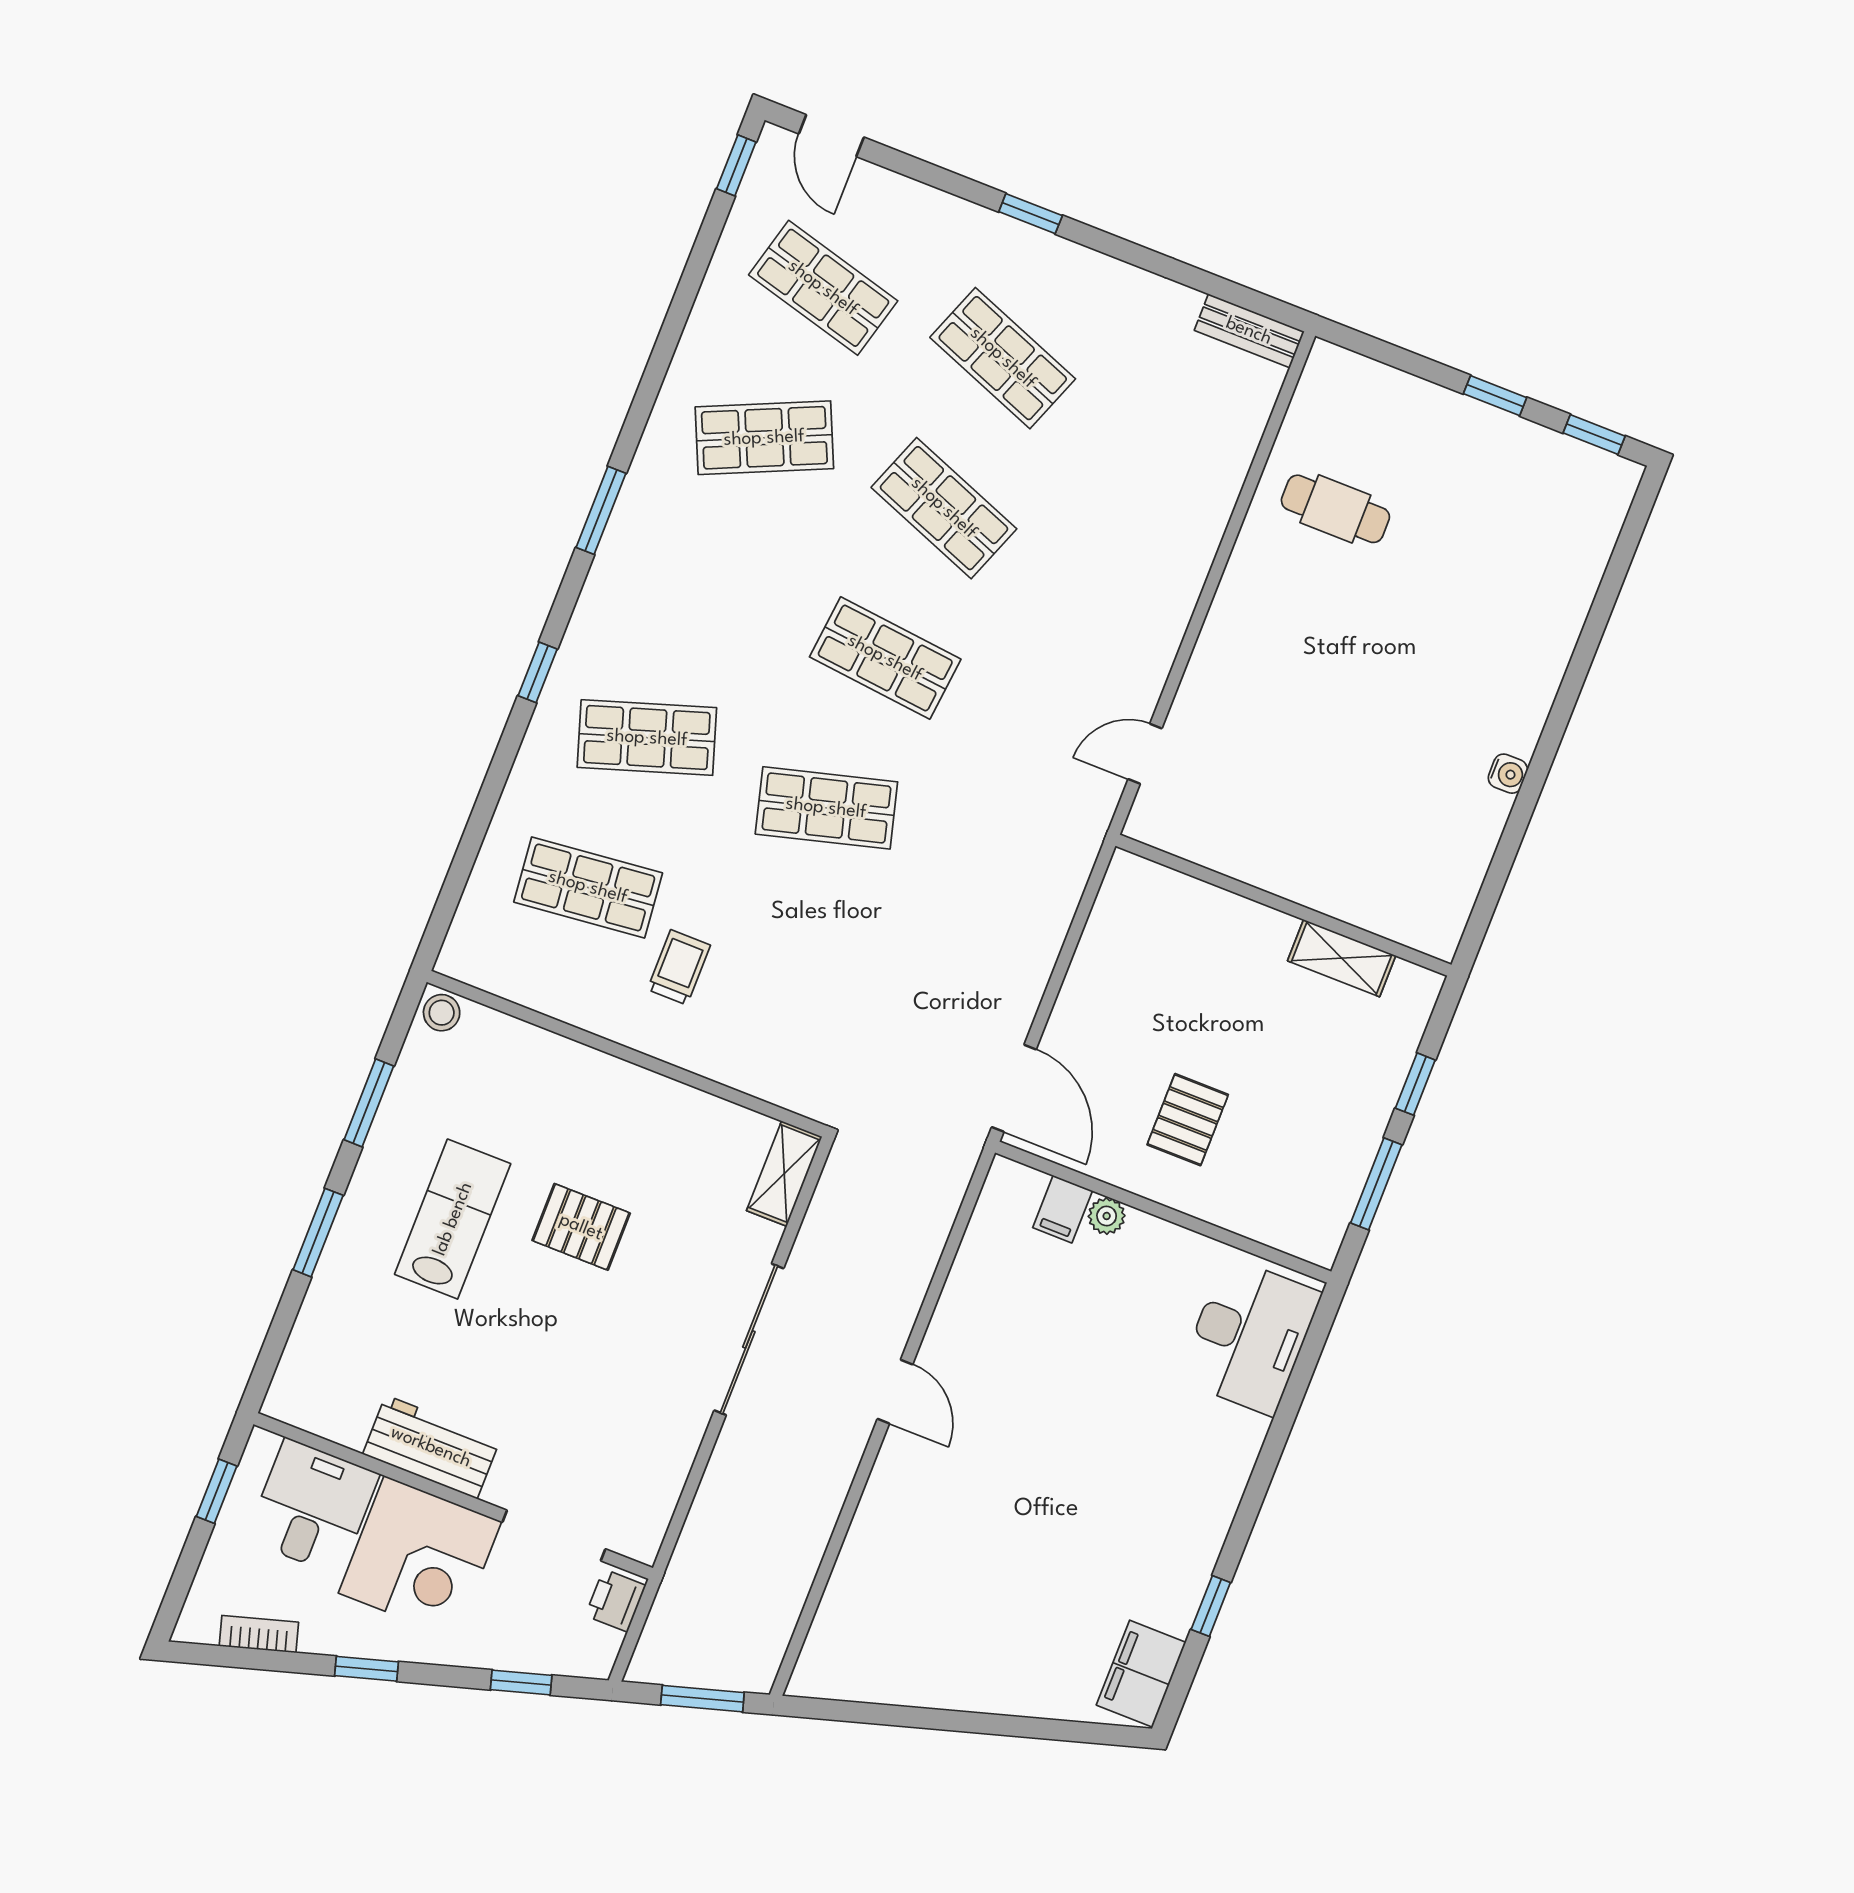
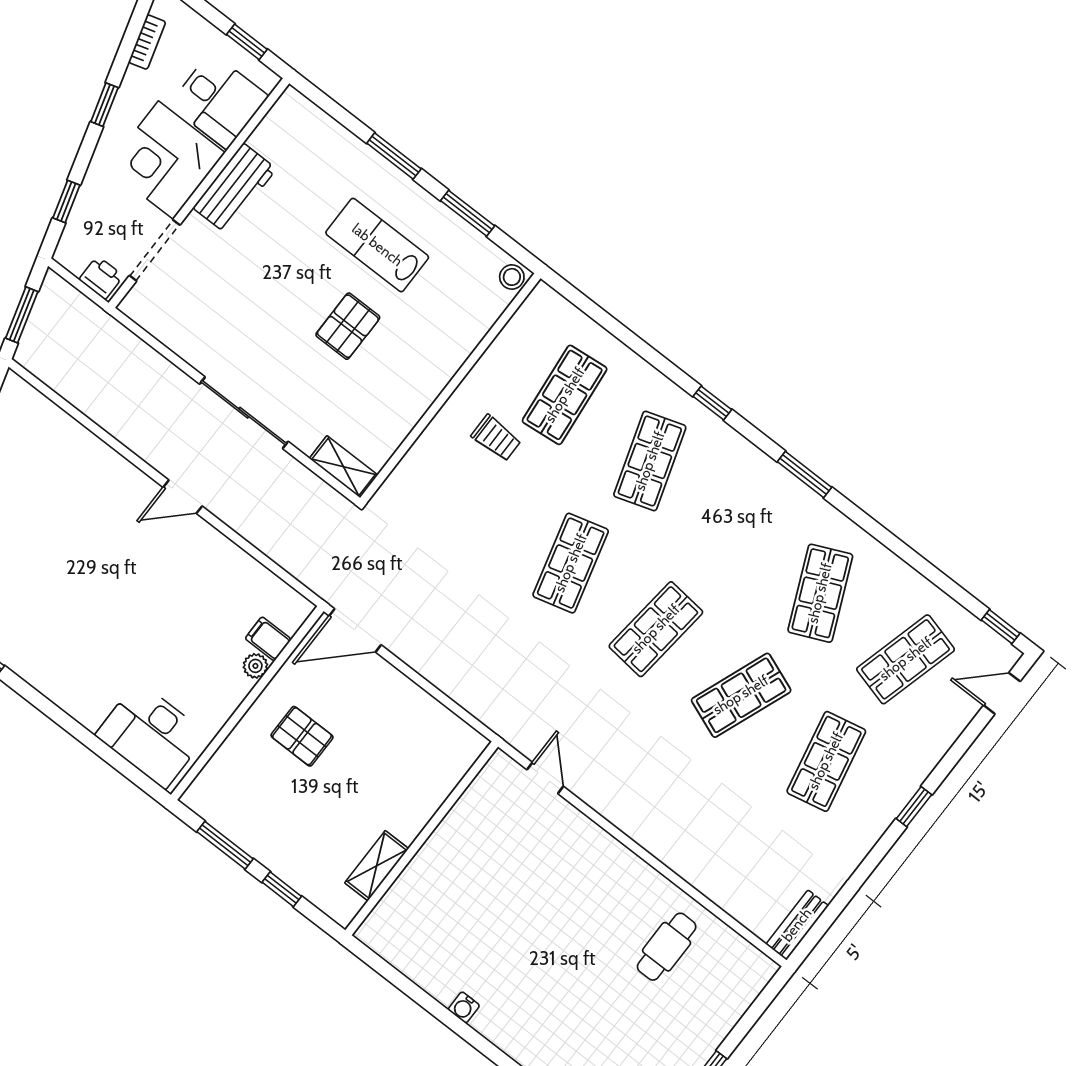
shop shelf: (1003, 358) -> (826, 761), turned -33
lab bench: (453, 1219) -> (377, 245), turned 180

